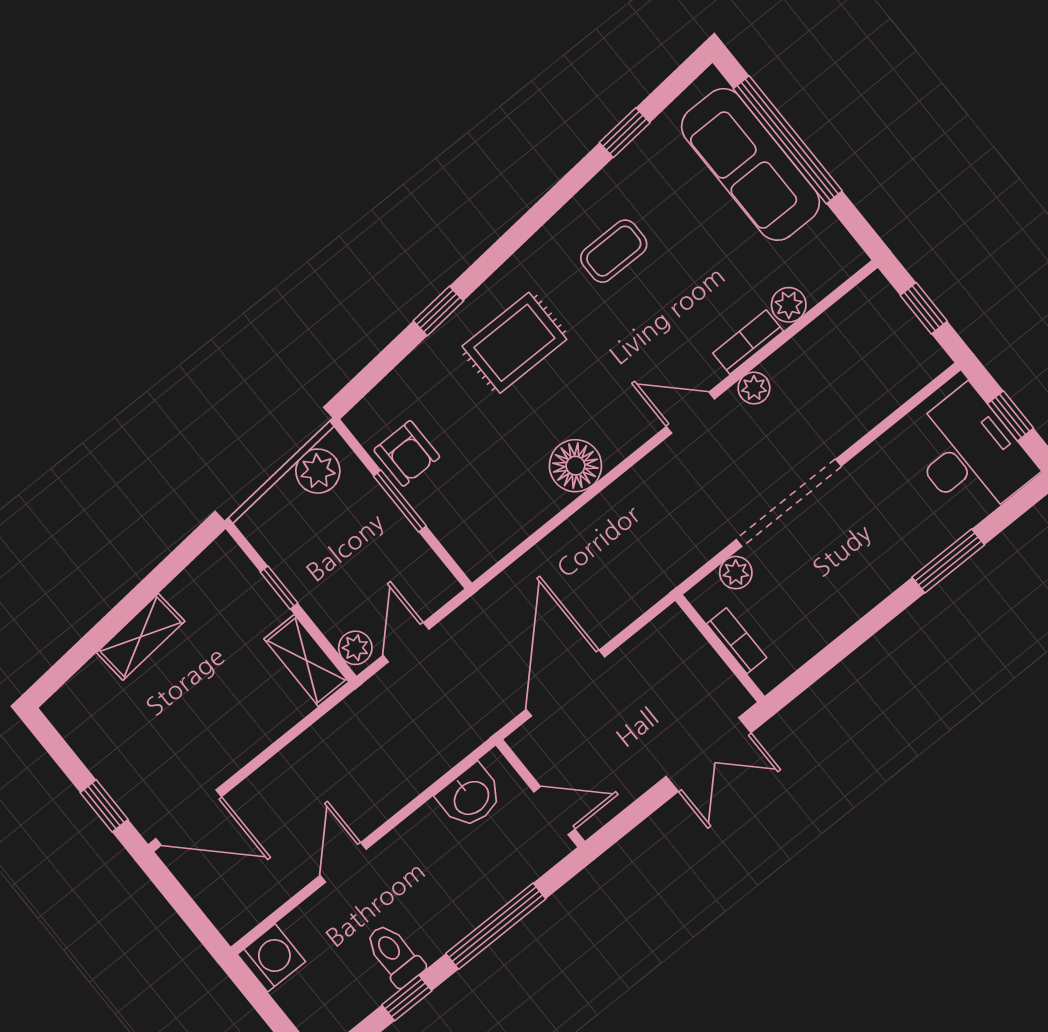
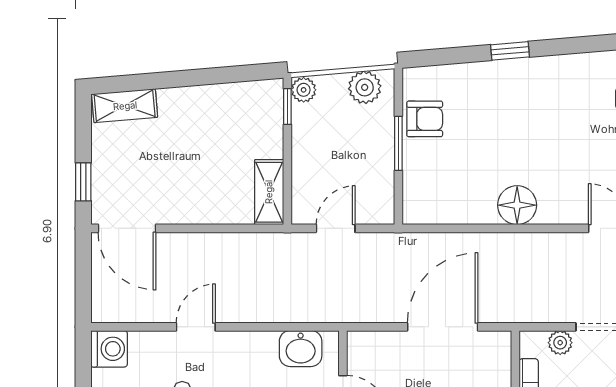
rug: (514, 343) -> (539, 105), removed
armchair: (407, 453) -> (425, 119), turned -90
window: (279, 588) -> (287, 107), moved
shelving: (141, 637) -> (125, 106), moved
plant: (355, 648) -> (304, 90), moved
door: (565, 683) -> (443, 327), moved

